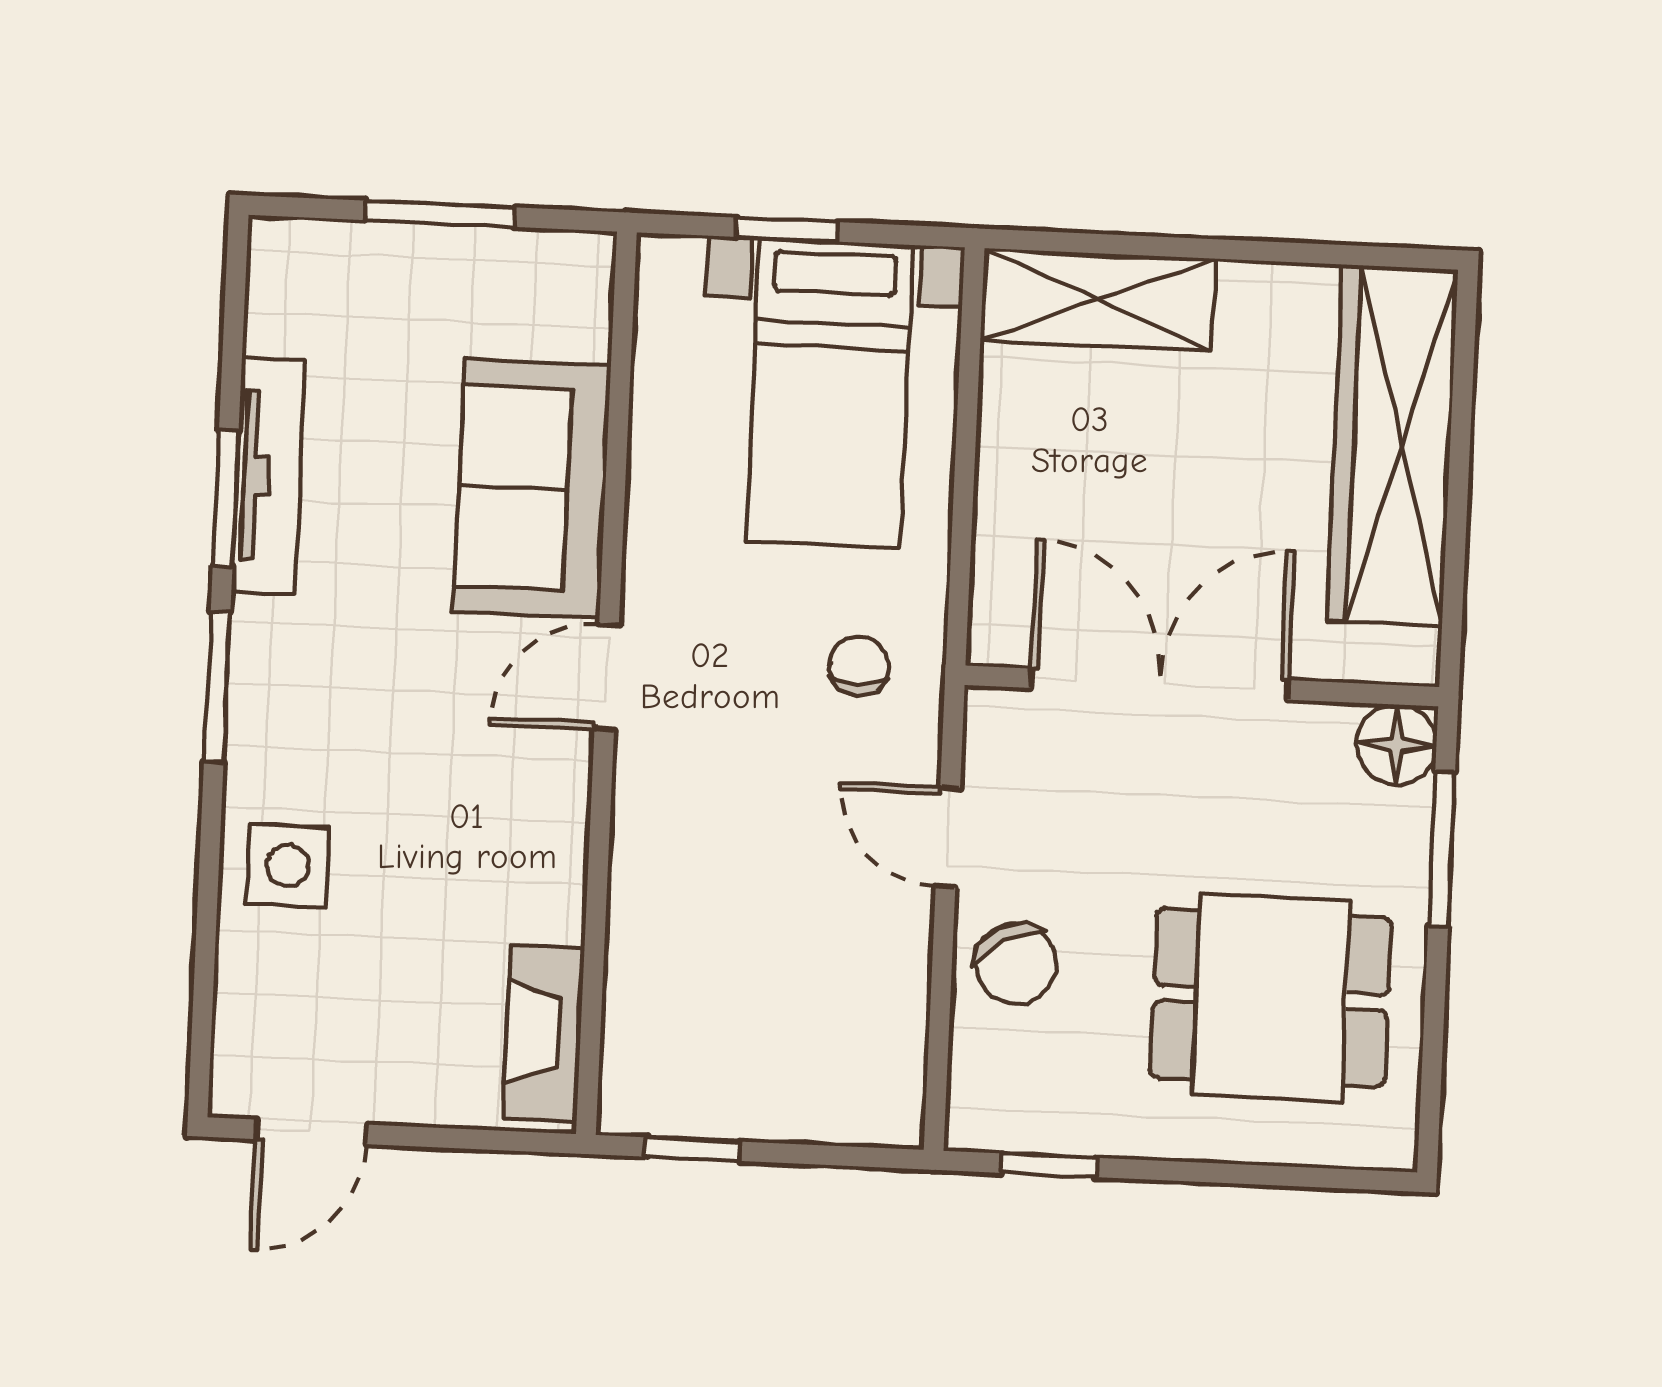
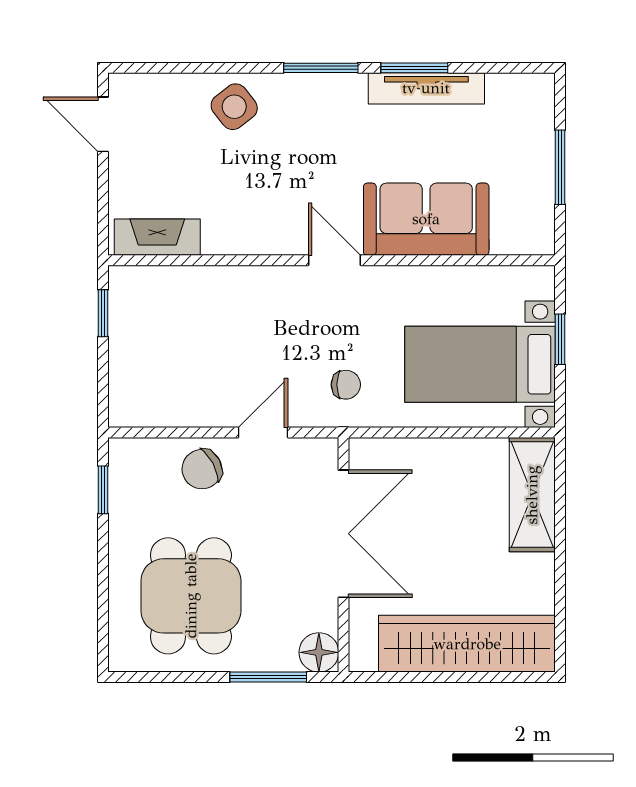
side table: (288, 866) -> (234, 107), turned -38

